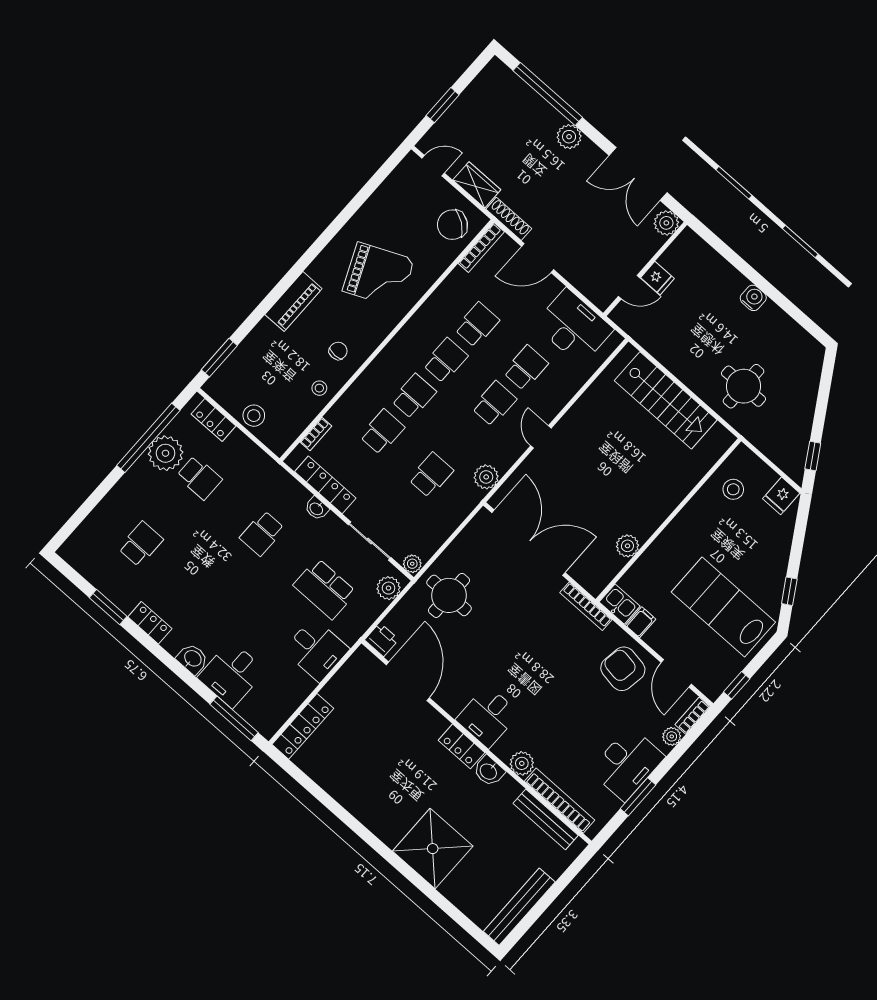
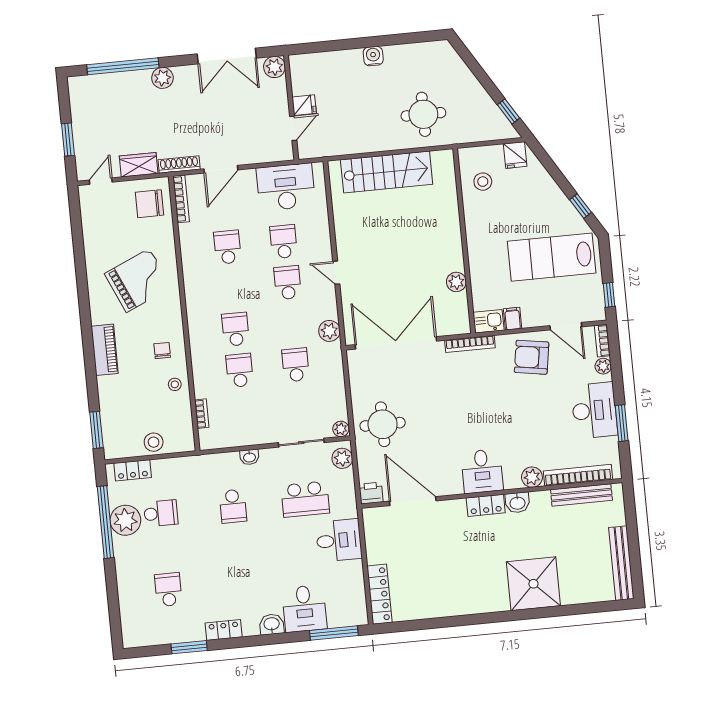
chair: (452, 225) -> (149, 204), turned 54
school desk: (445, 360) -> (231, 288), removed
locker: (325, 485) -> (240, 438), removed

